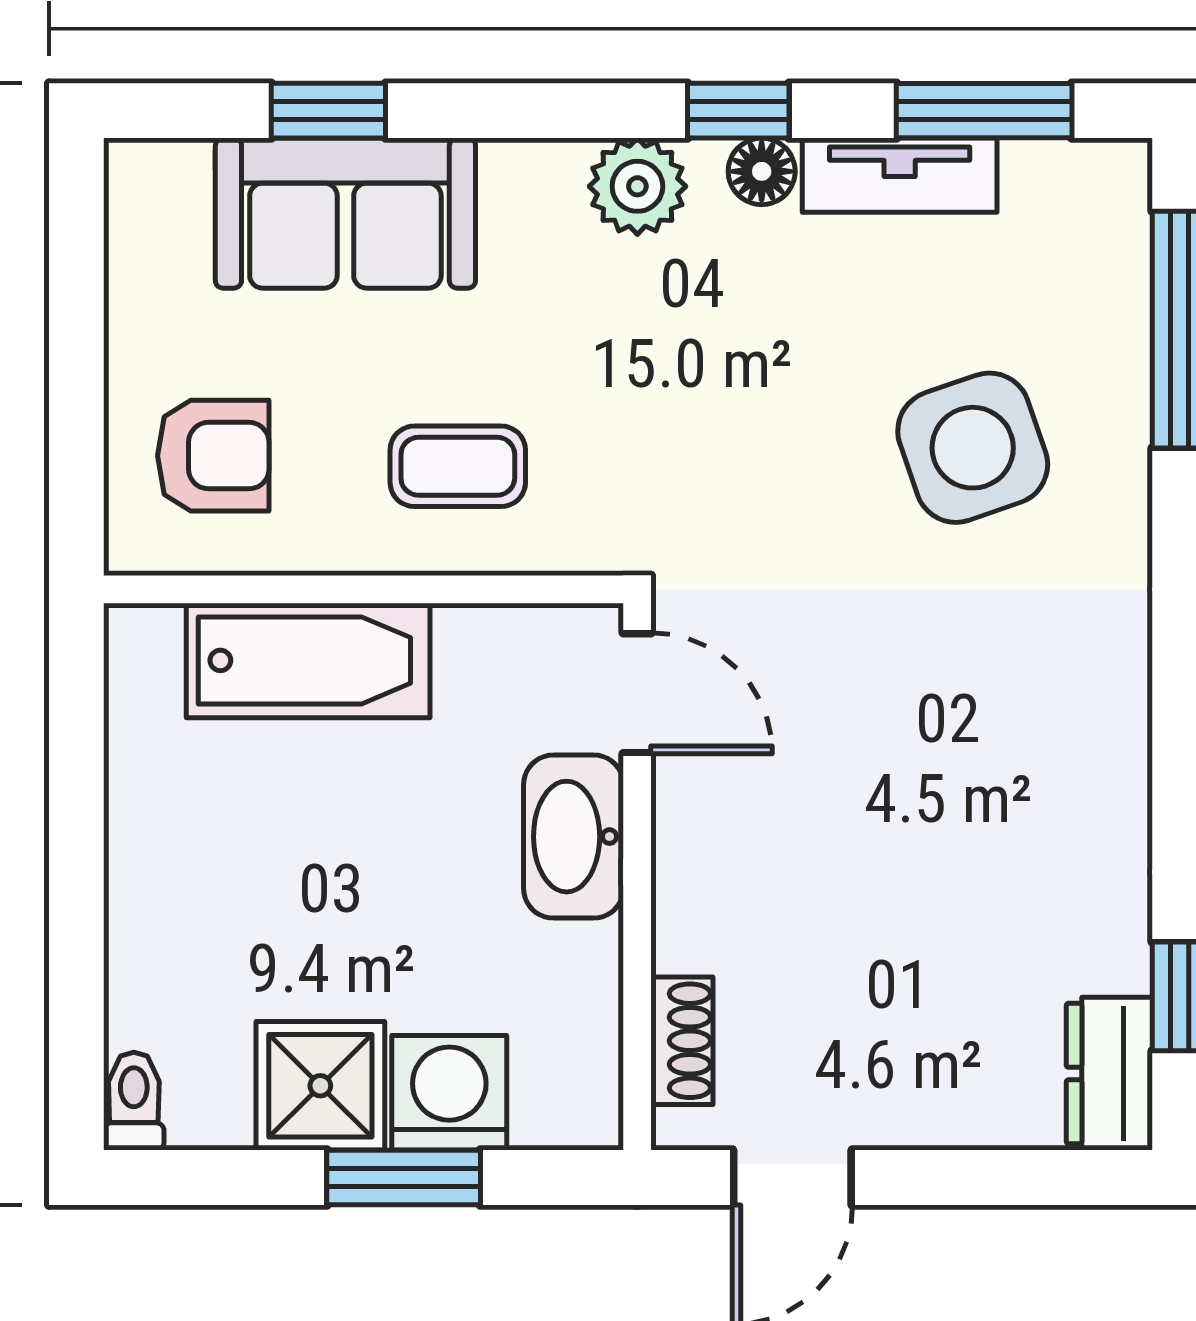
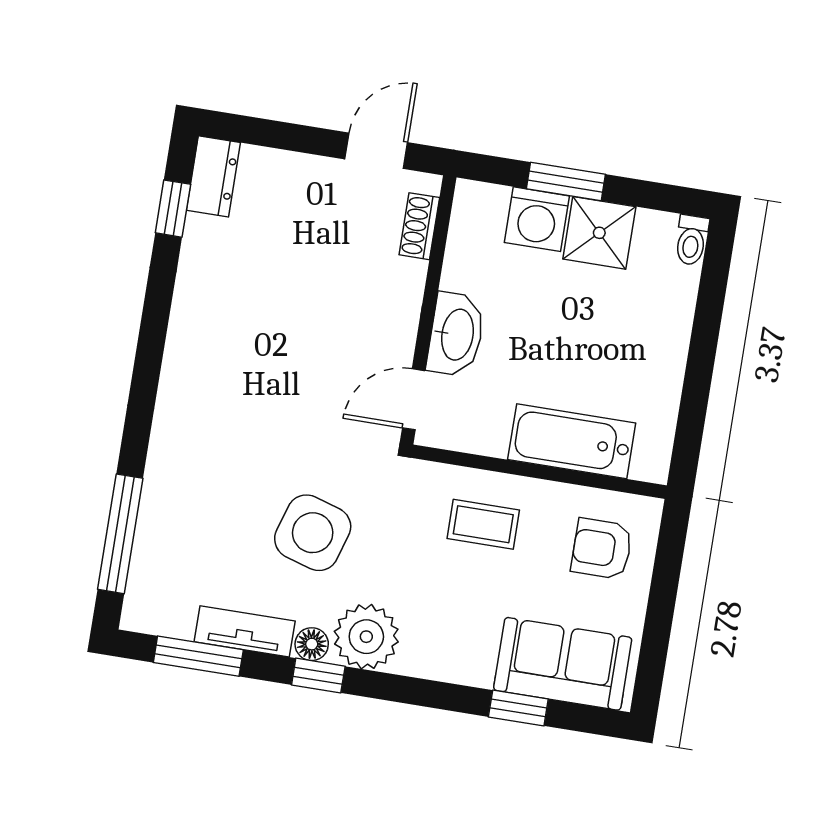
plant: (637, 186) -> (366, 637), width x1.36, depth x1.36
sofa: (345, 213) -> (563, 664), moved
side table: (973, 448) -> (313, 533), moved, turned 36
door: (637, 693) -> (414, 399), hinge flipped

